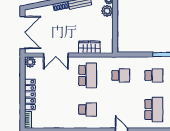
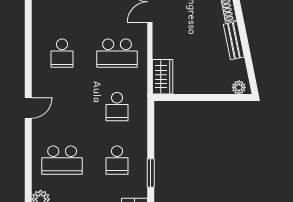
plant: (107, 11) -> (221, 85), removed
wardrobe: (89, 47) -> (163, 77), moved

